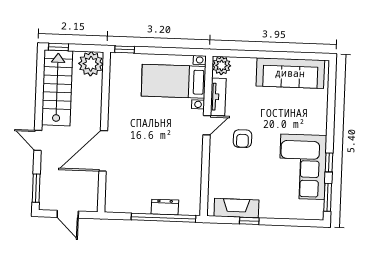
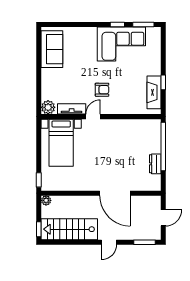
plant: (91, 64) -> (46, 200), width x0.53, depth x0.53
sofa: (290, 73) -> (52, 49), width x0.73
door: (207, 125) -> (93, 117), hinge flipped
dresser: (165, 207) -> (155, 164), moved

